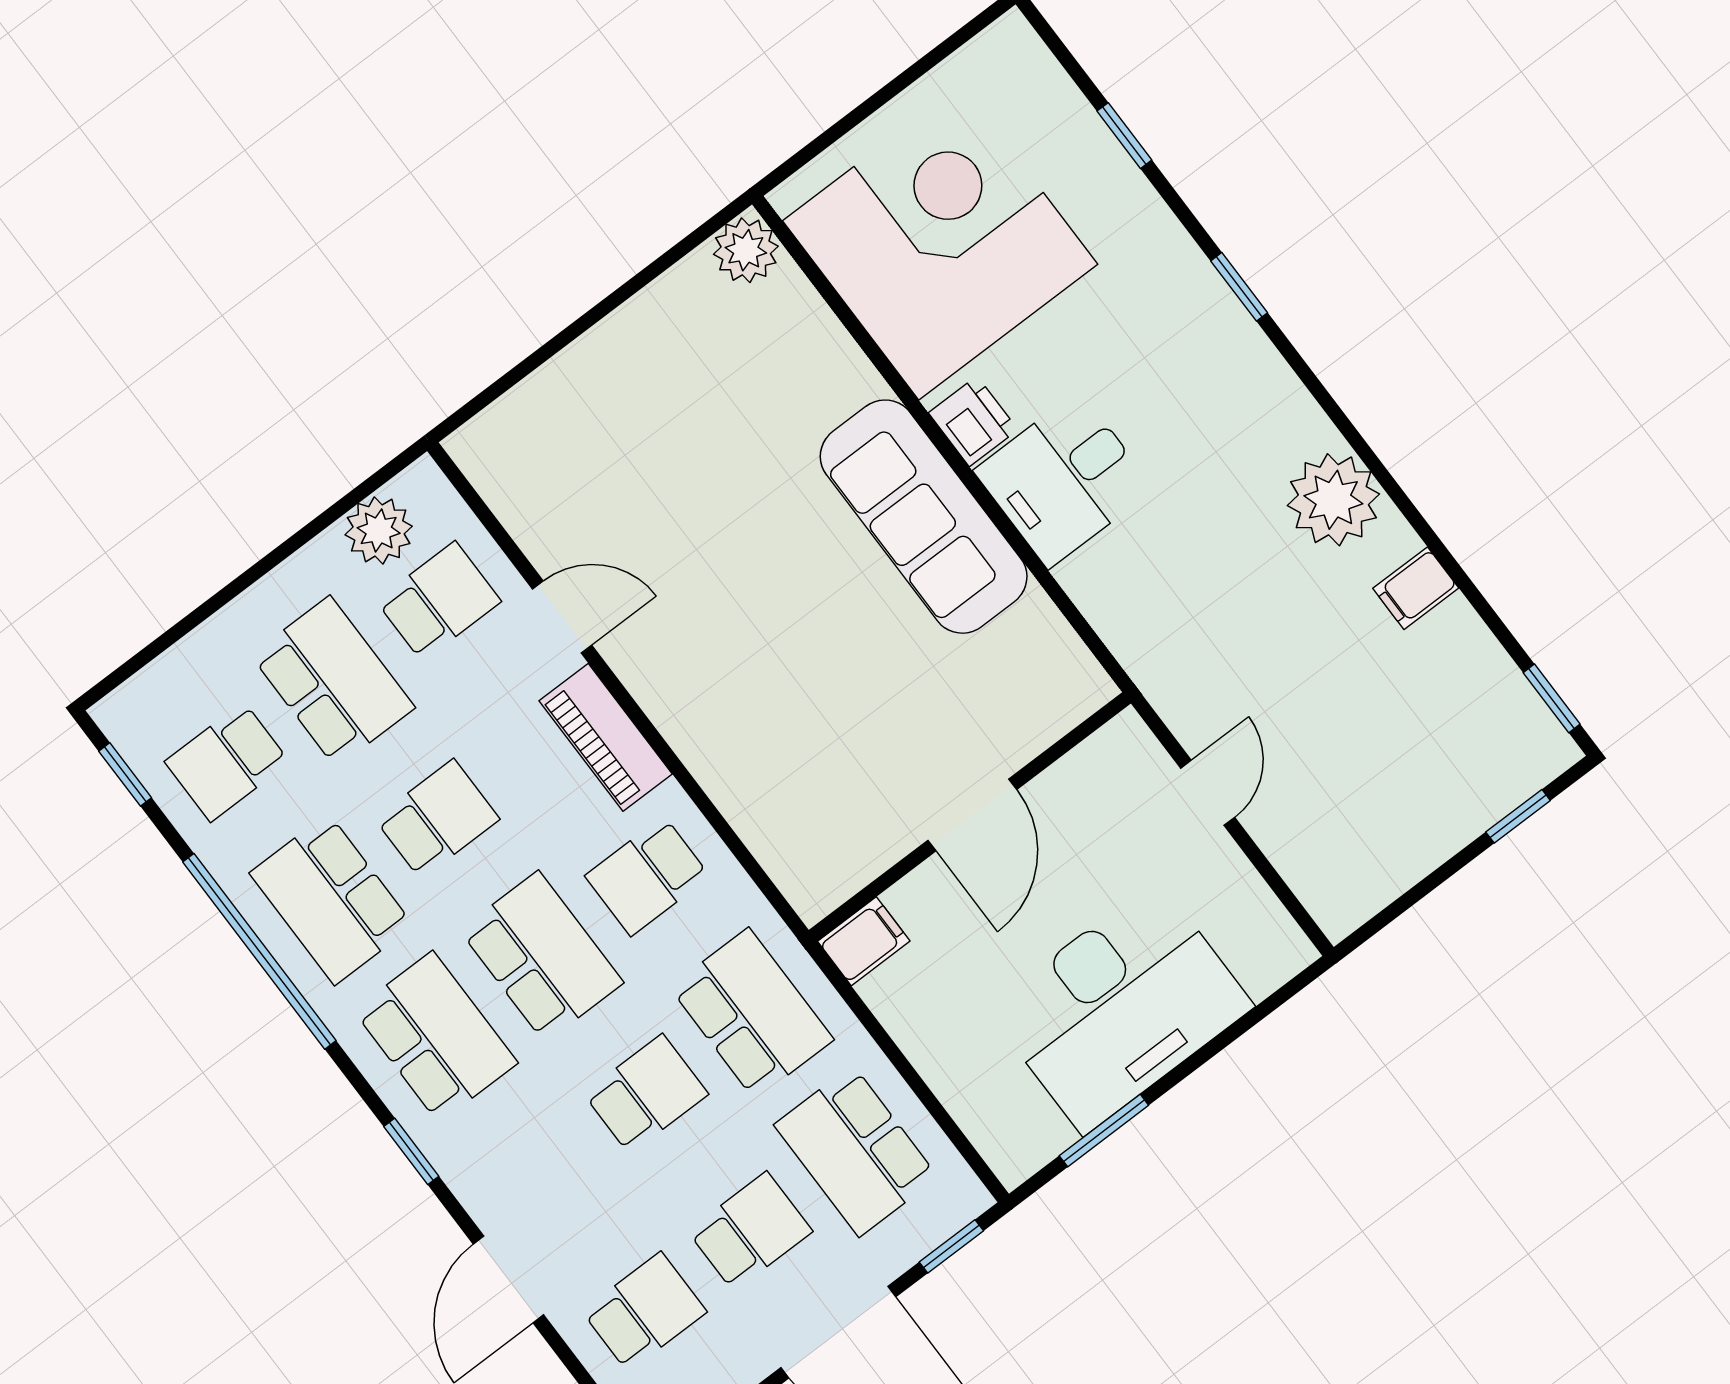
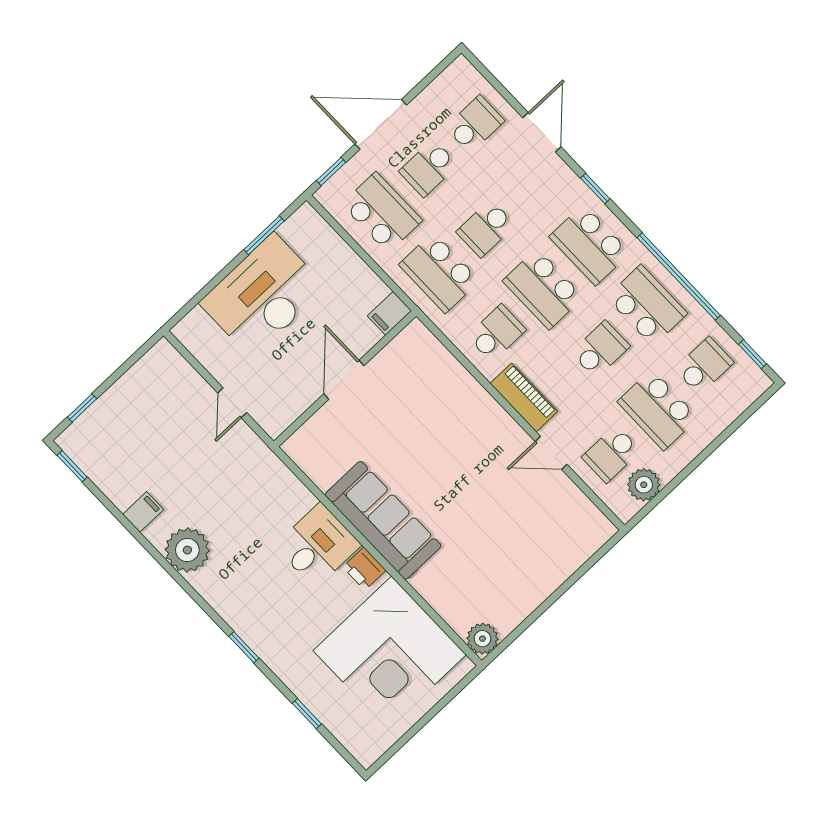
school desk: (437, 819) -> (600, 349), turned 180
school desk: (644, 1312) -> (475, 124), turned 180

